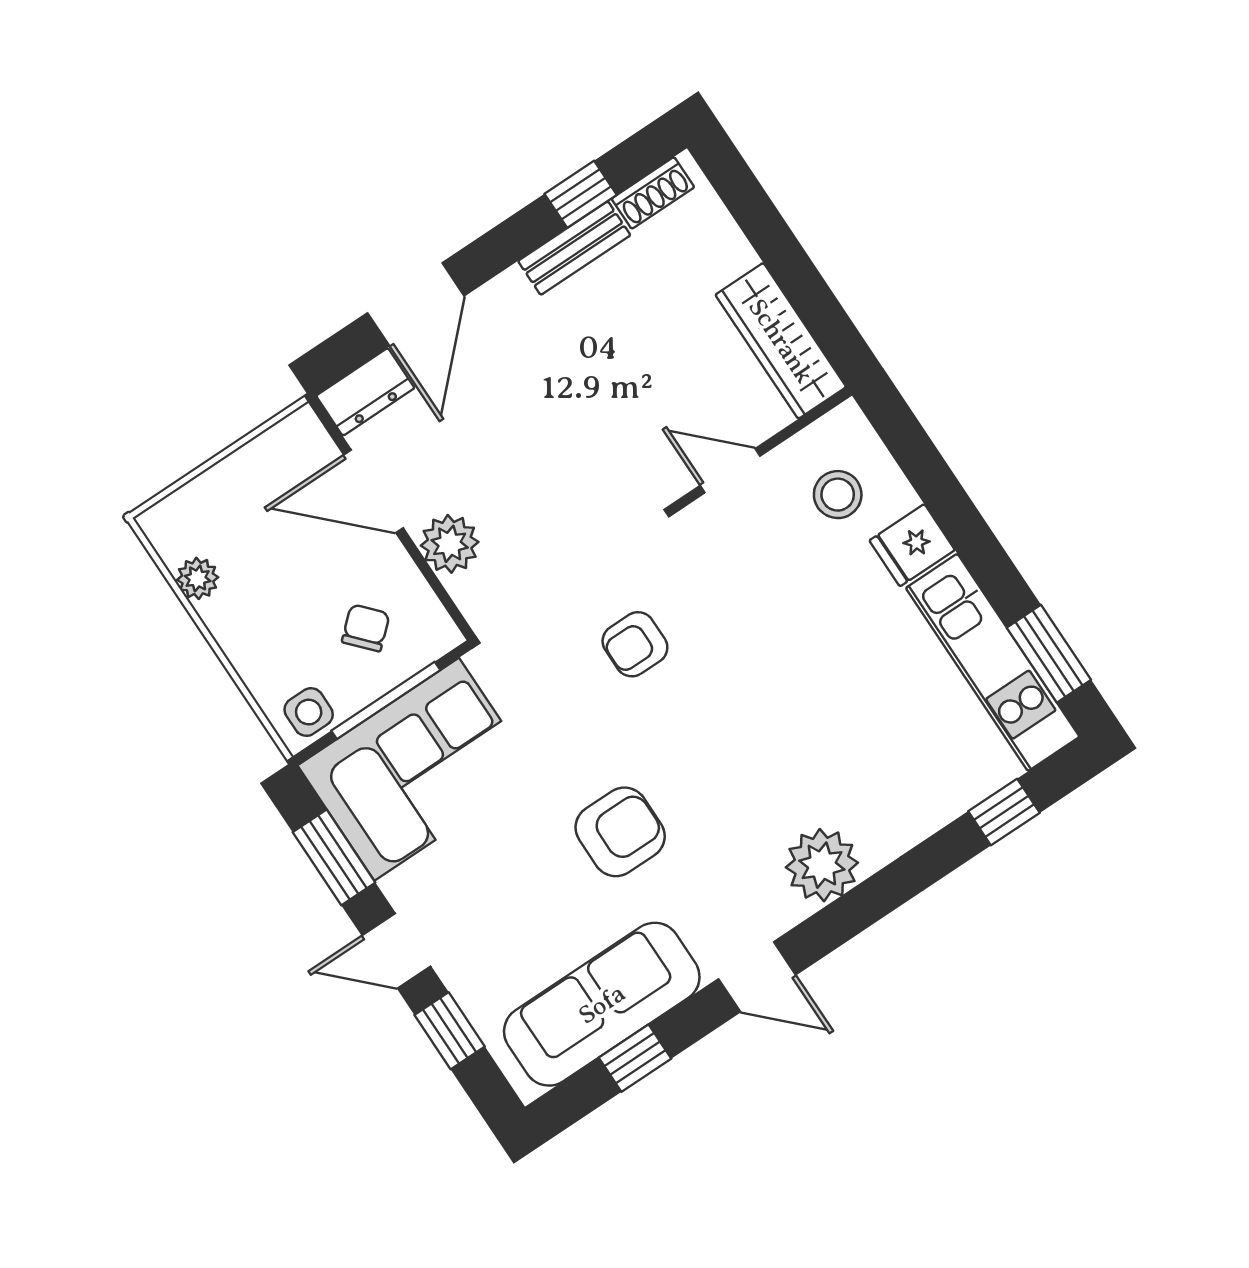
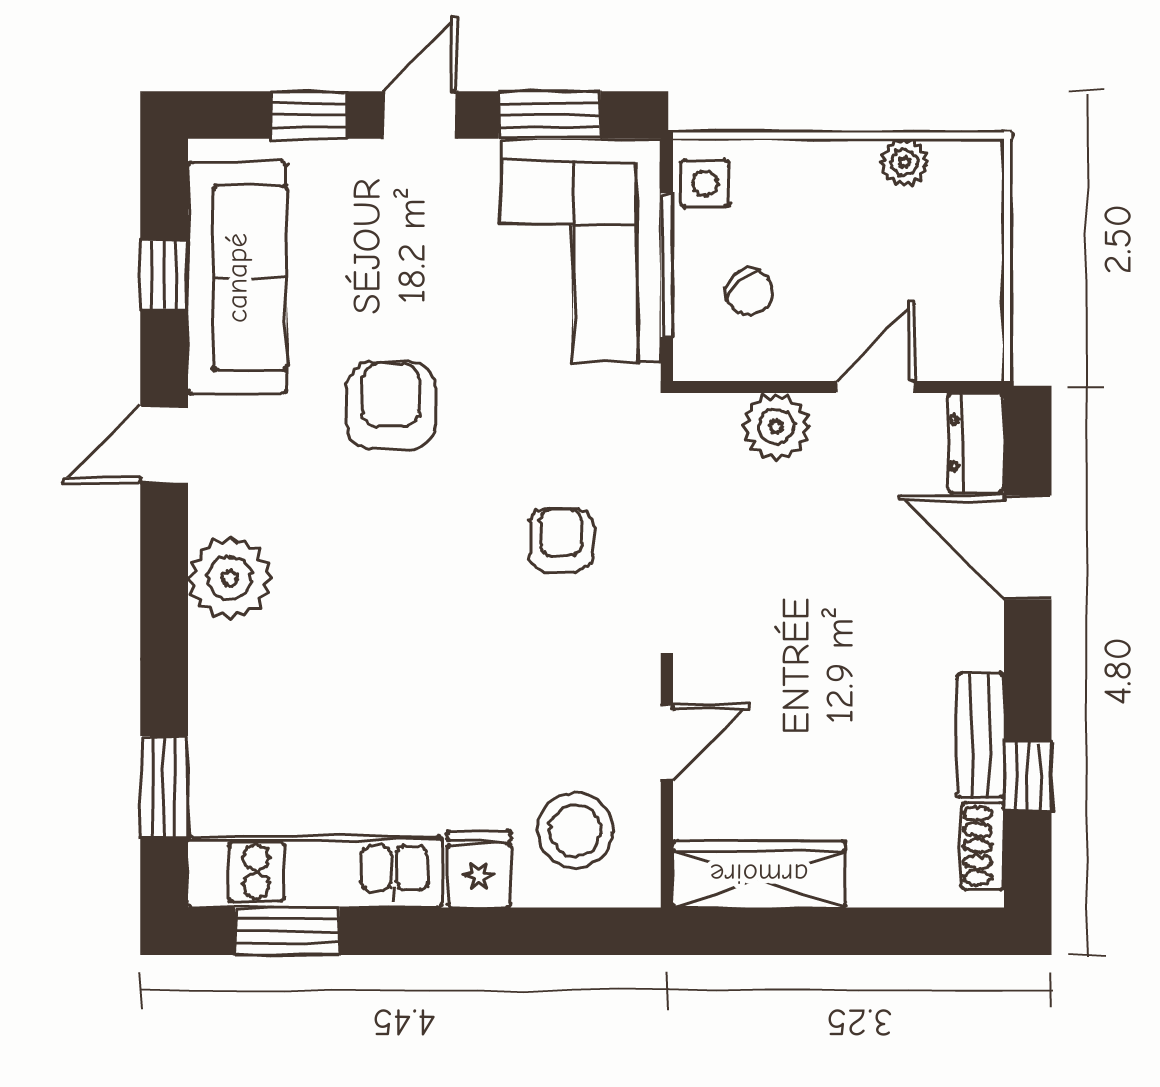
door: (373, 491) -> (875, 387), width x0.73
stool: (838, 495) -> (575, 830), width x1.38, depth x1.38
window: (1004, 812) -> (164, 787), width x1.50
armchair: (620, 832) -> (391, 406), turned 180

